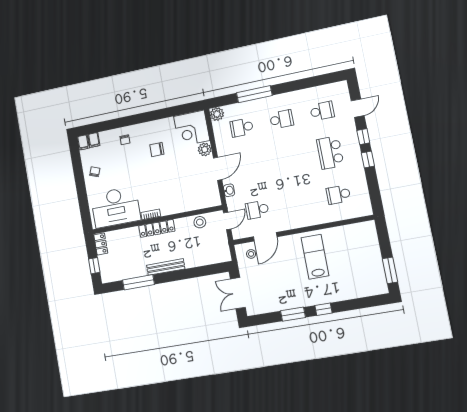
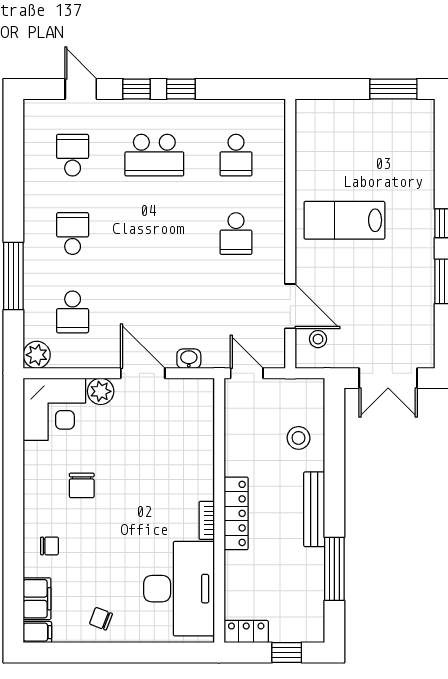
filing cabinet: (94, 140) -> (37, 599), width x2.00
school desk: (257, 210) -> (236, 234), moved
stool: (200, 222) -> (298, 438), moved

